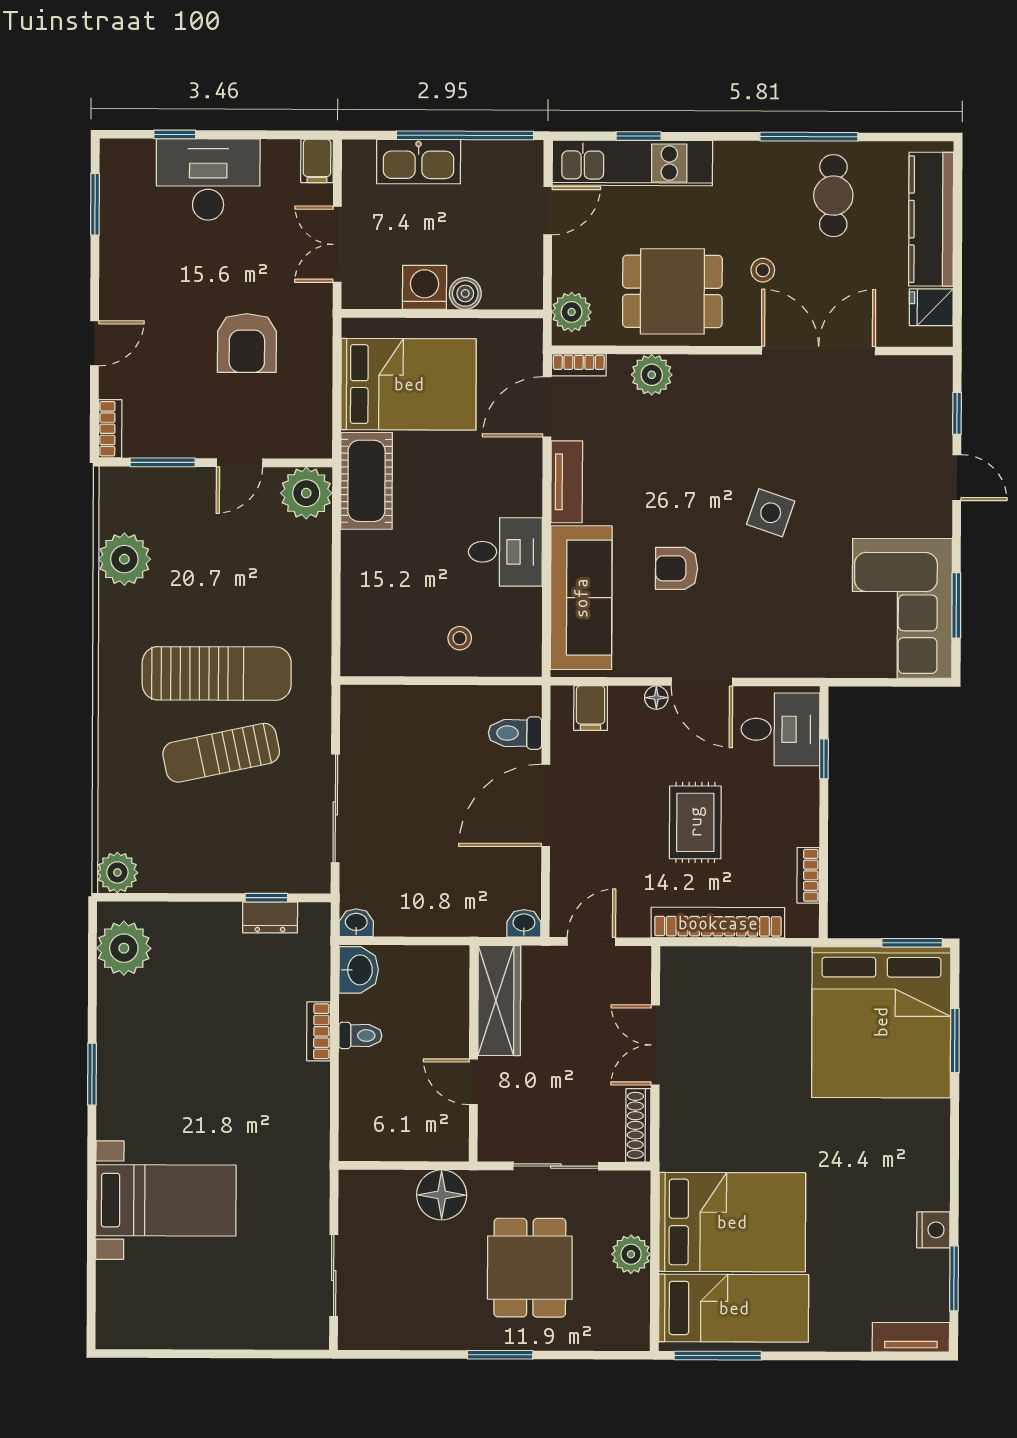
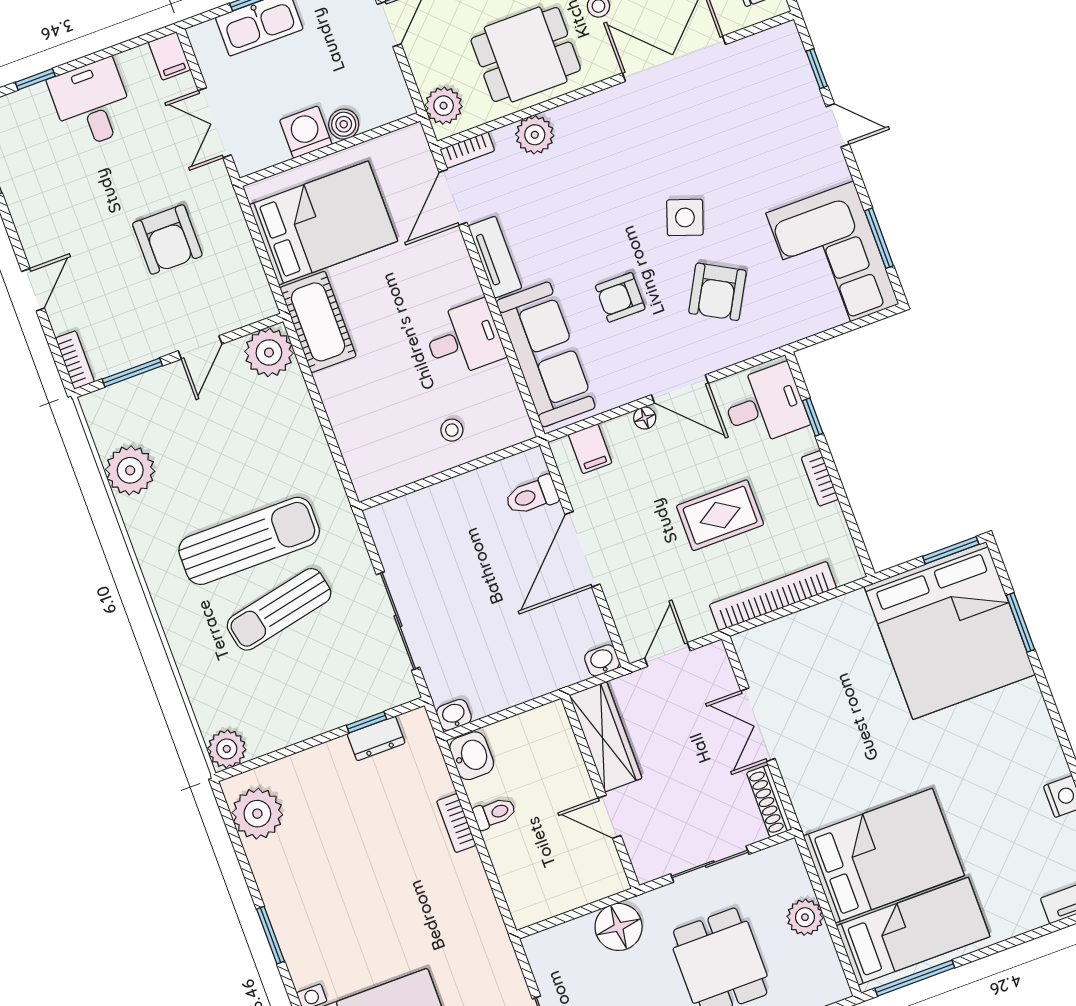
desk: (208, 179) -> (92, 103), width x0.73
armchair: (775, 599) -> (717, 292), added
rug: (695, 822) -> (720, 515), turned 90
bookcase: (808, 875) -> (820, 478), moved

